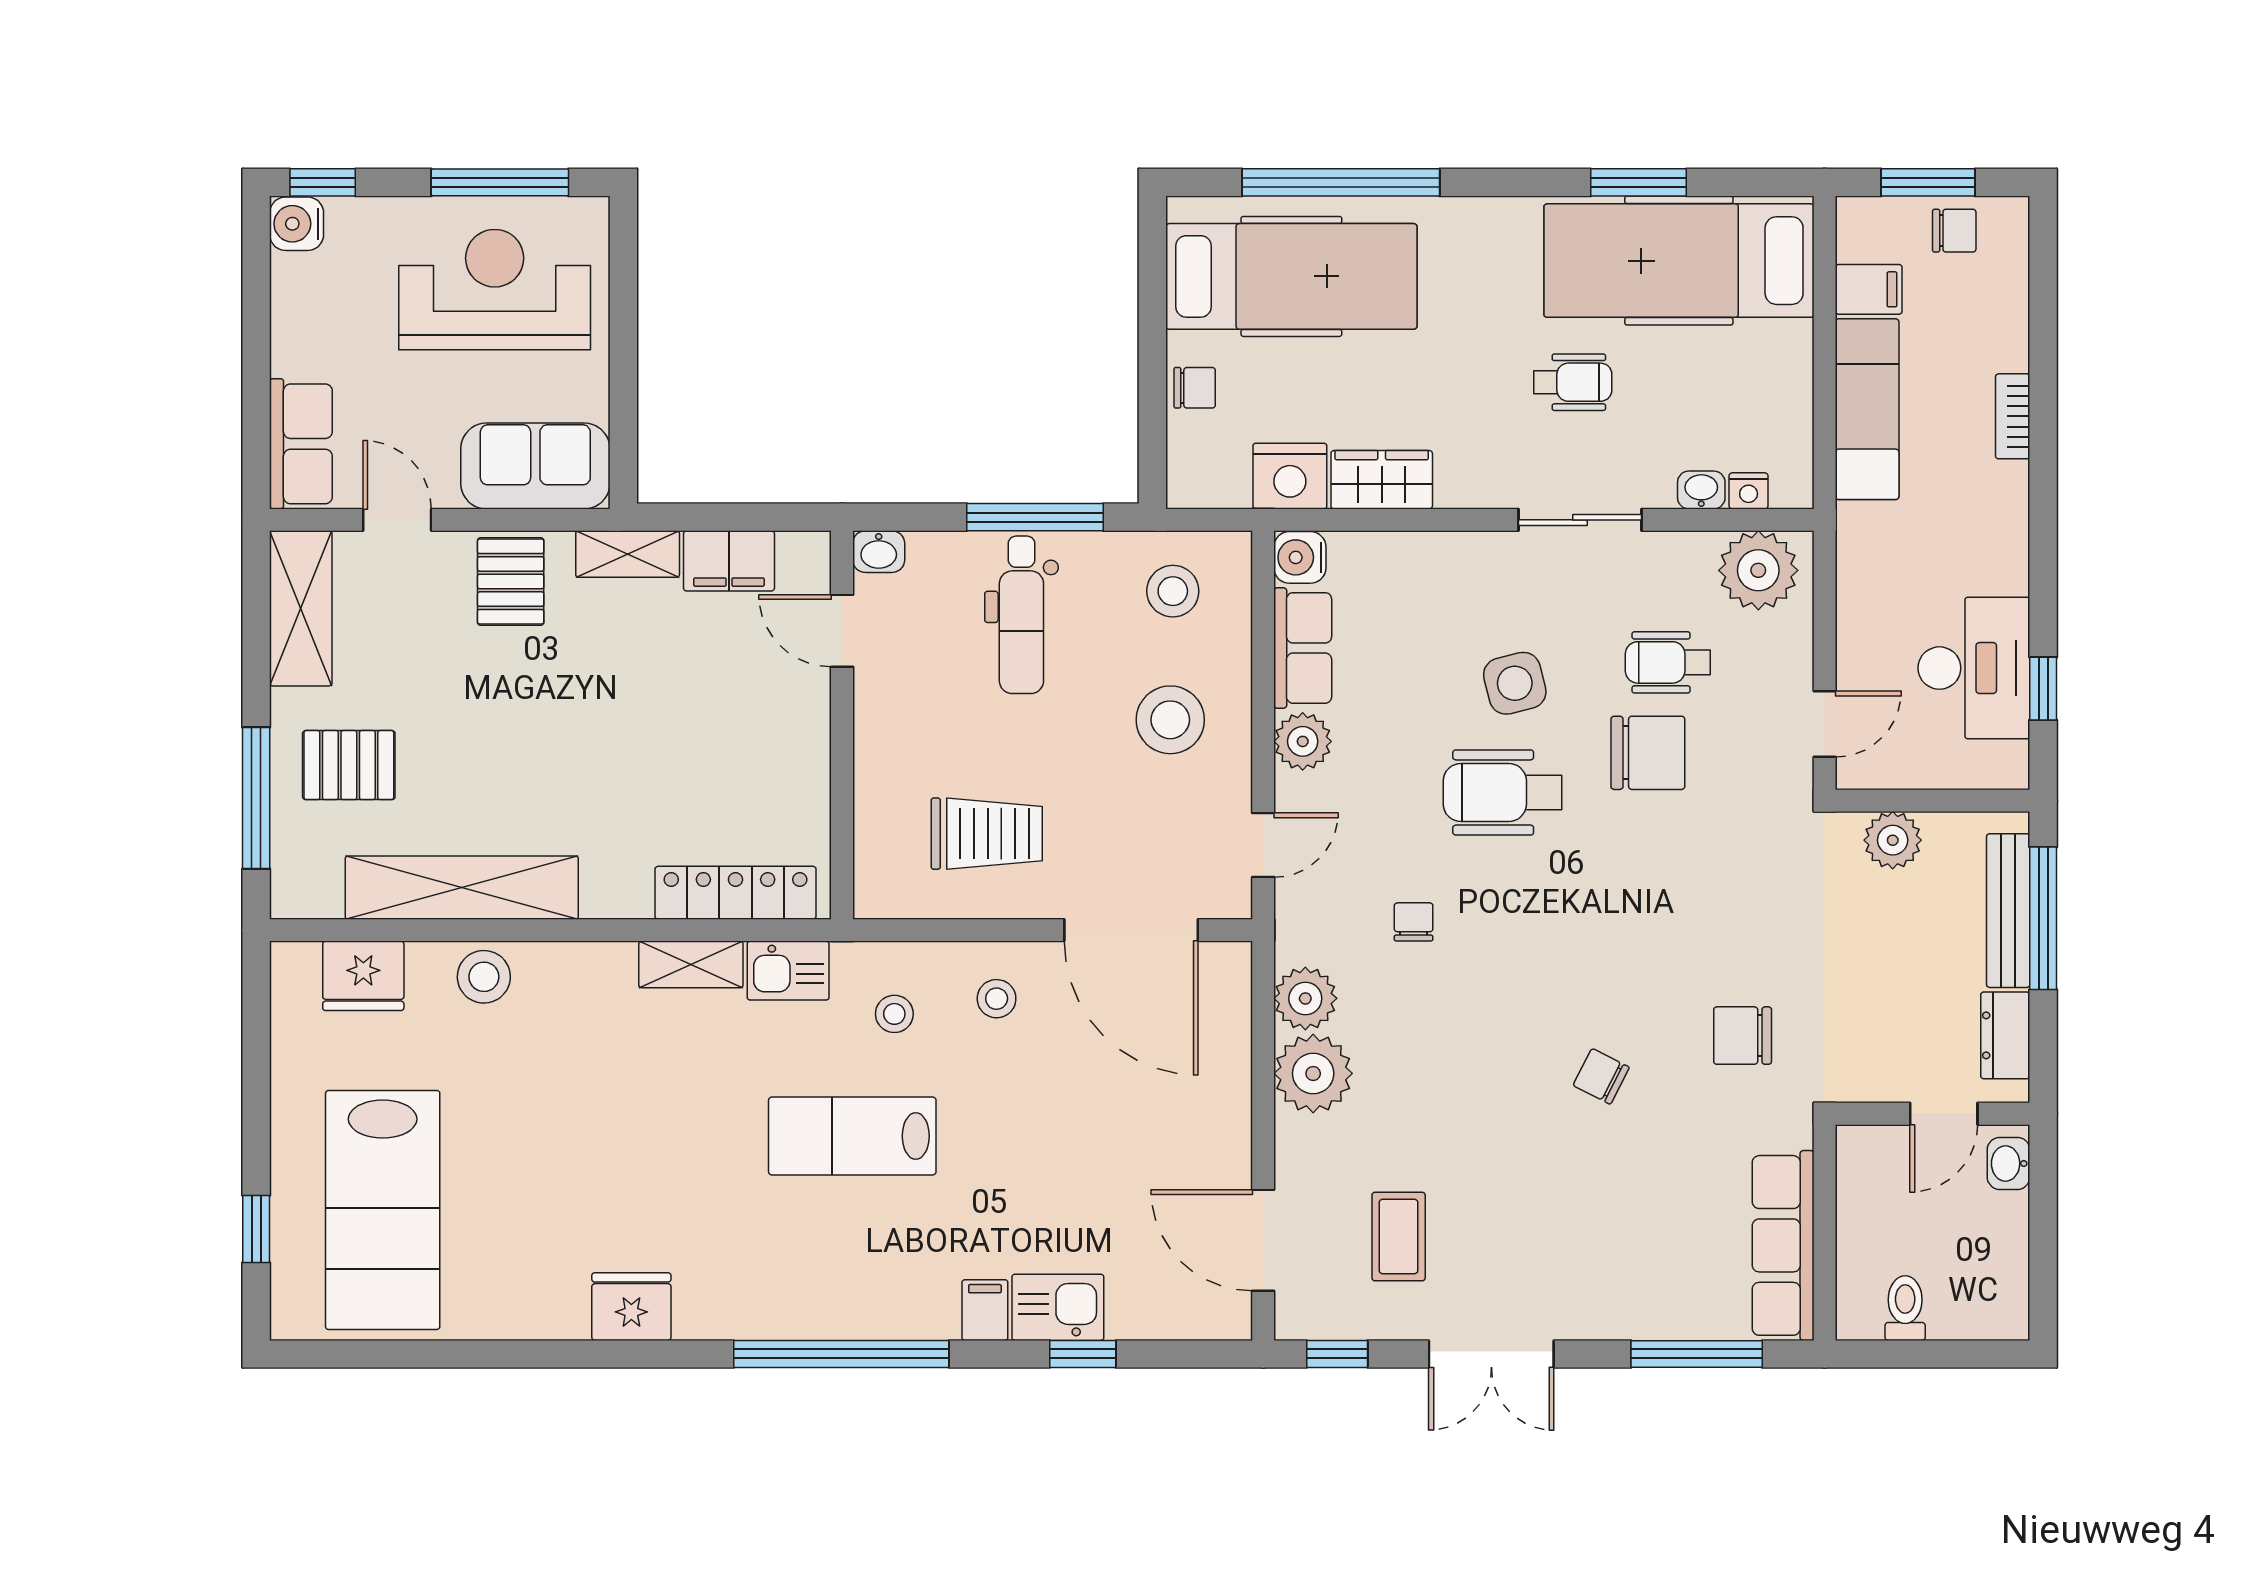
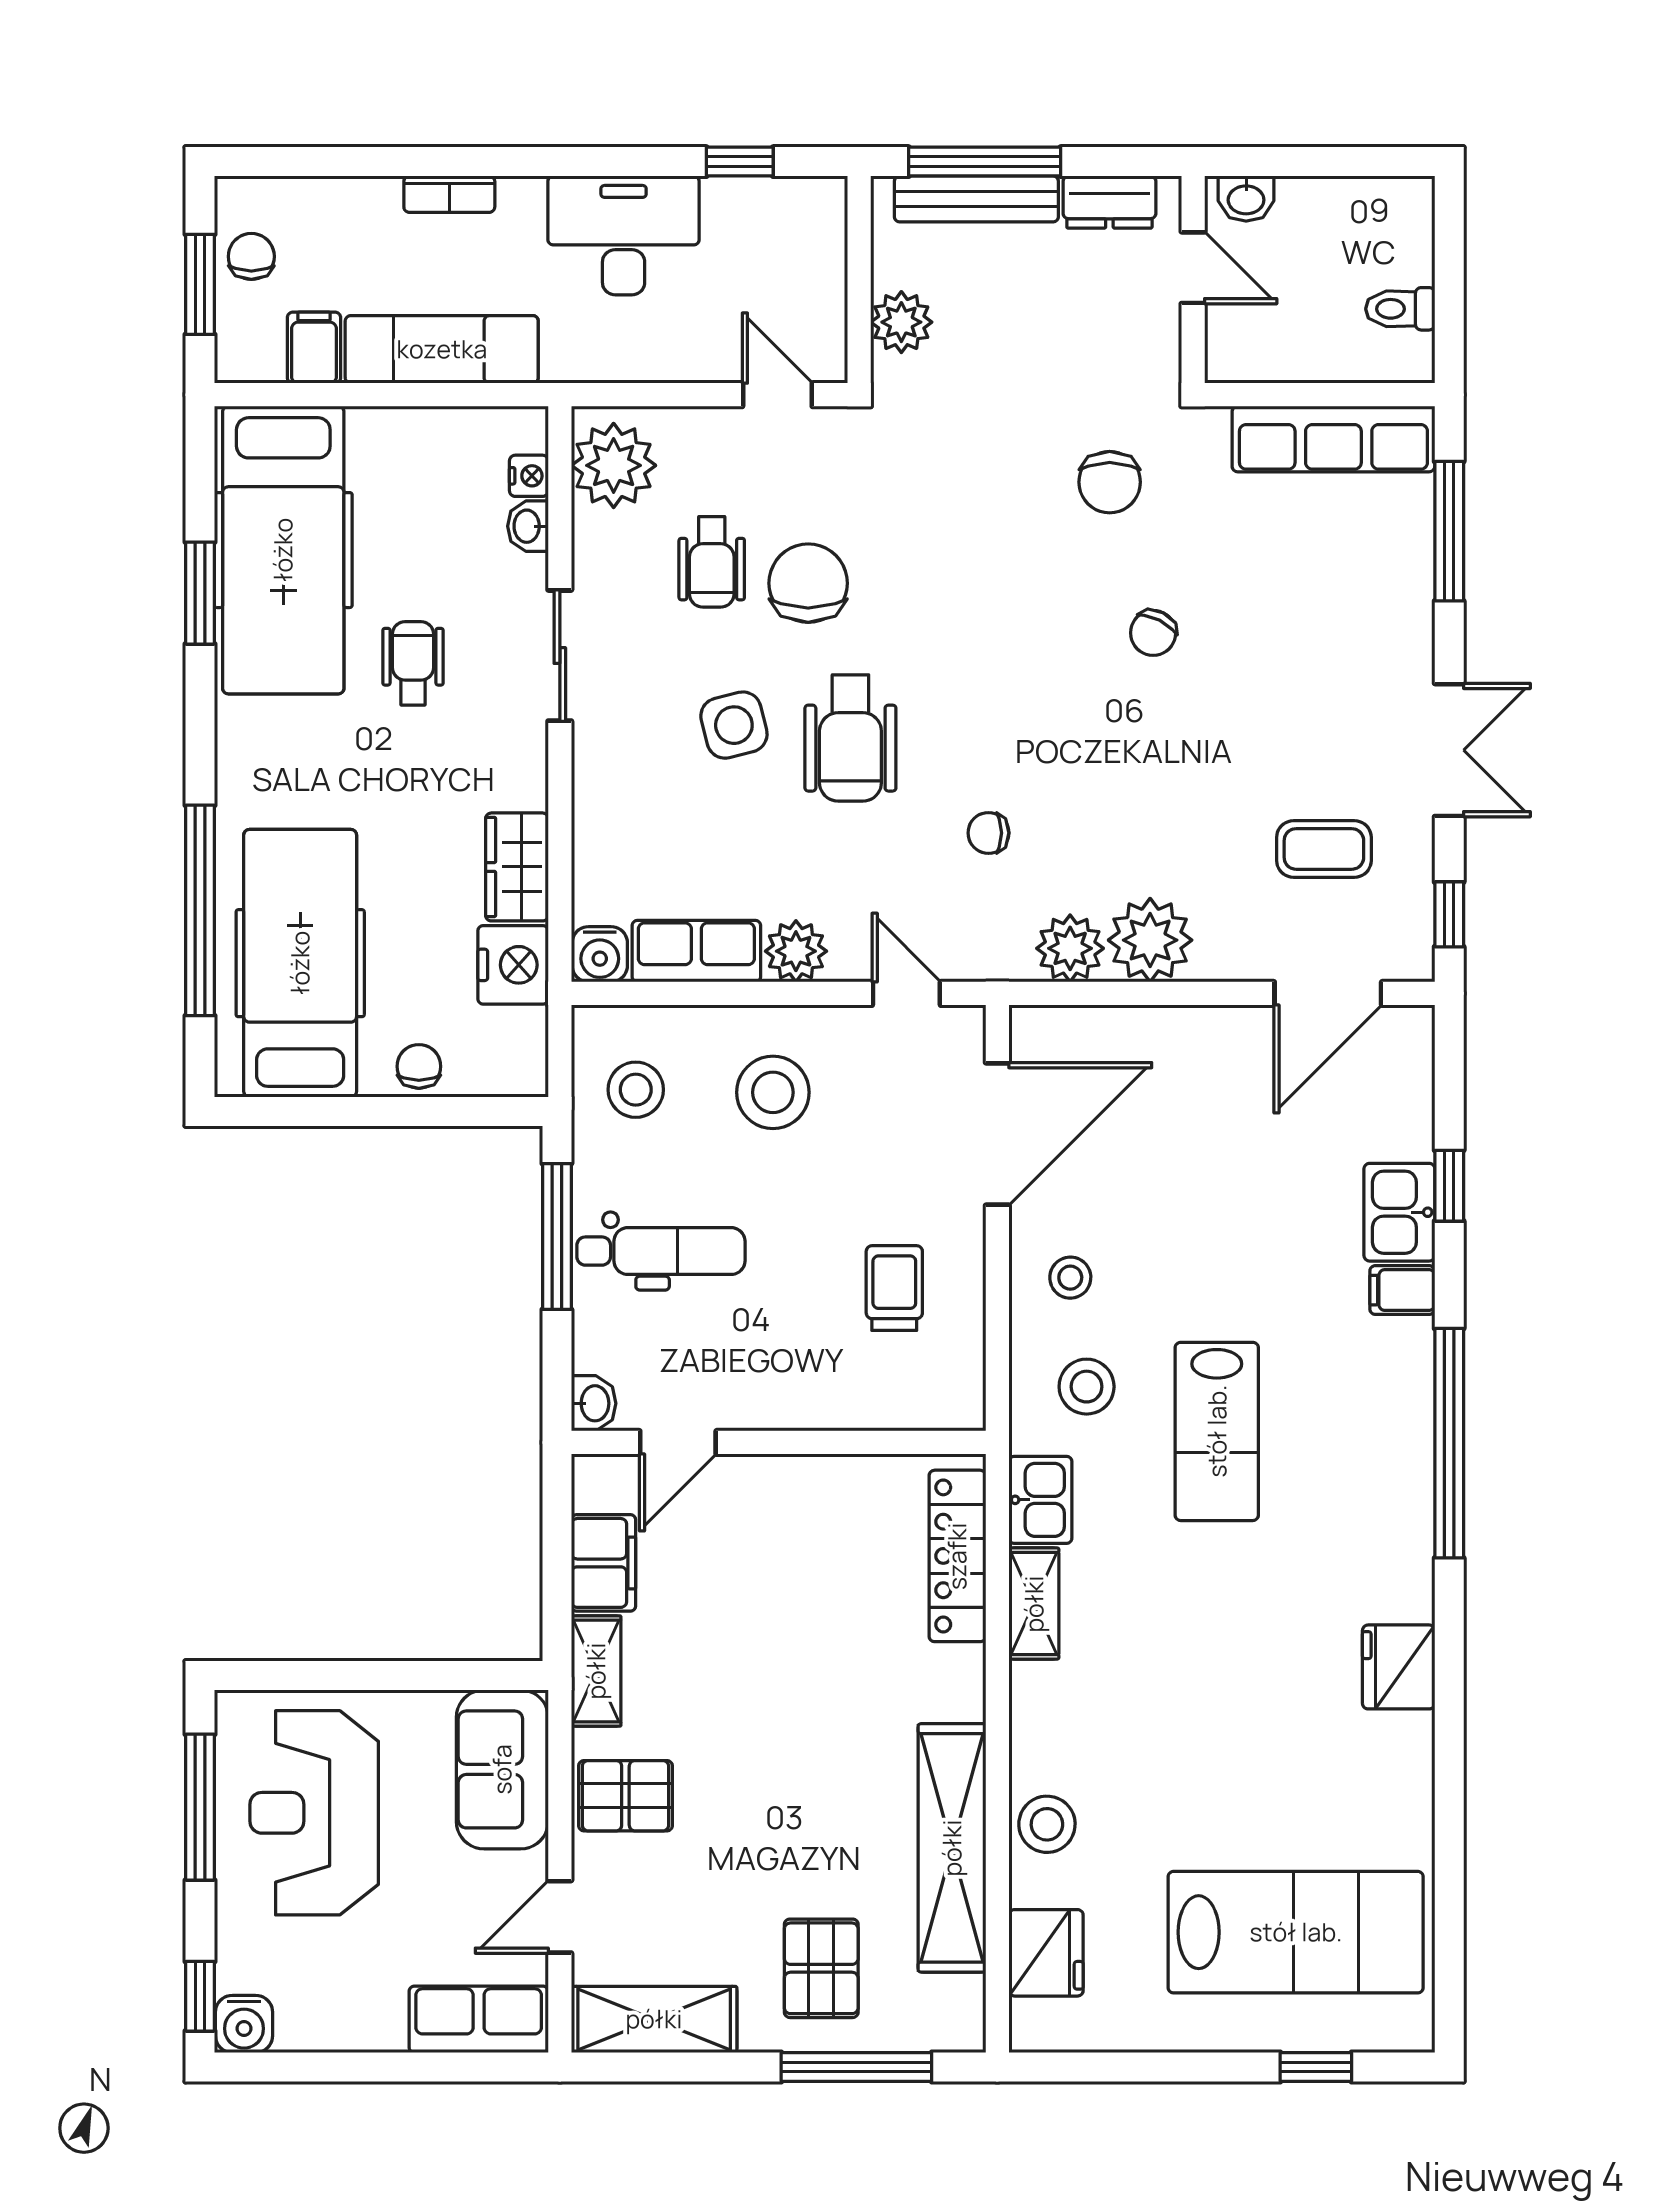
desk: (1974, 668) -> (624, 235), moved
trolley: (987, 834) -> (894, 1288), width x0.73, depth x0.72
stool: (894, 1014) -> (1087, 1387), width x1.37, depth x1.37

